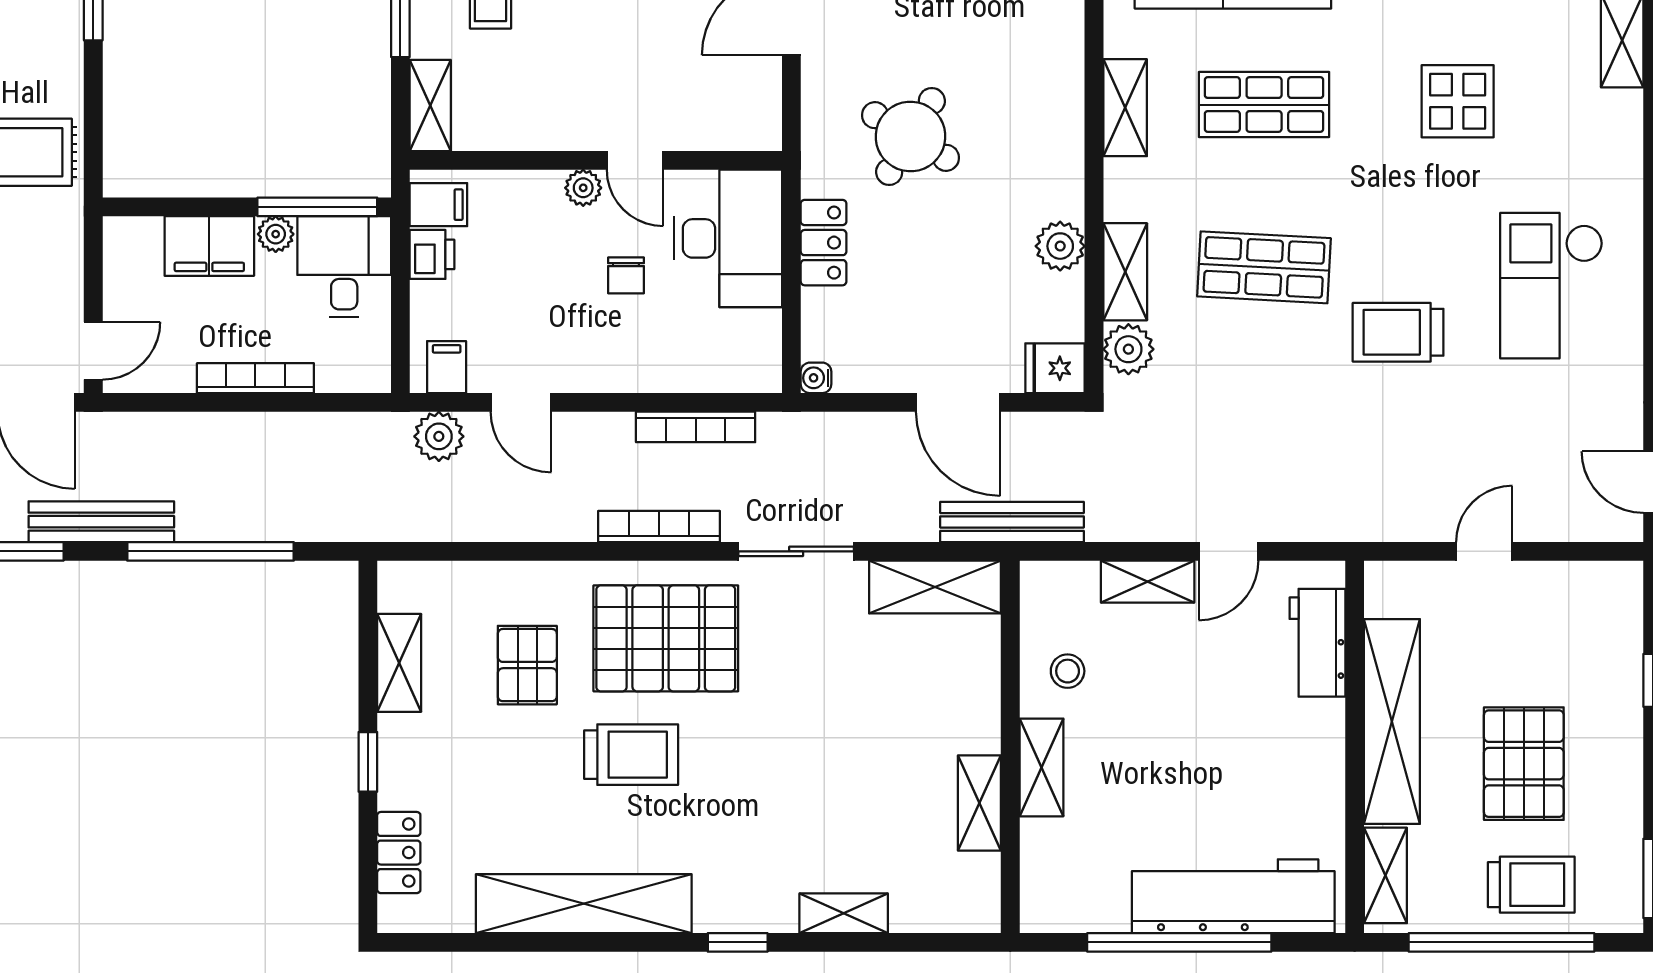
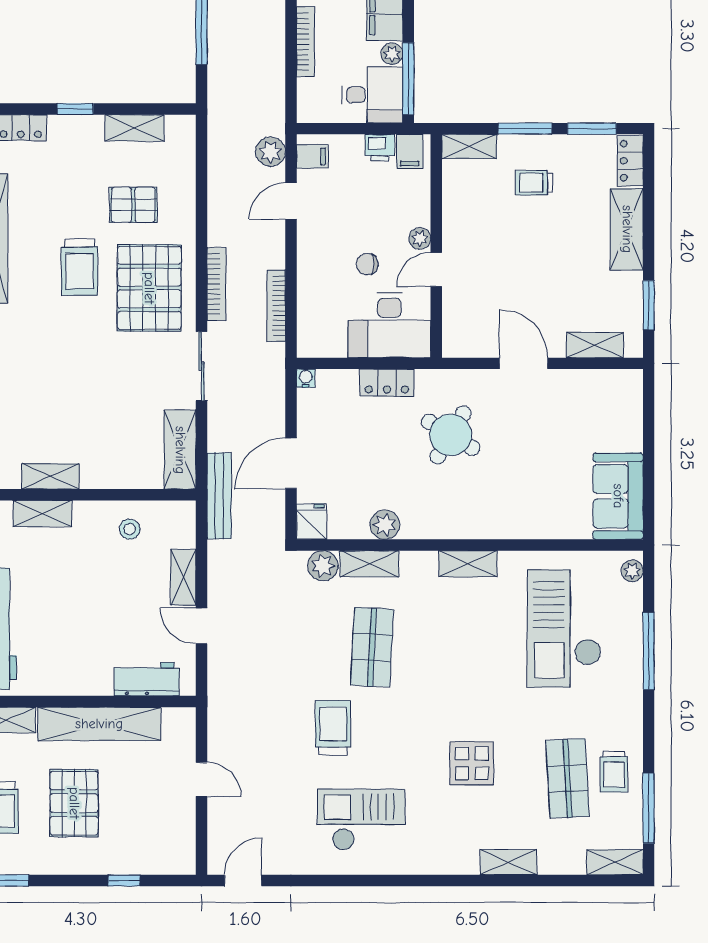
shop shelf: (1264, 105) -> (470, 647), removed
pallet: (1524, 764) -> (74, 803), turned 90
shelving: (1042, 767) -> (42, 514), moved

